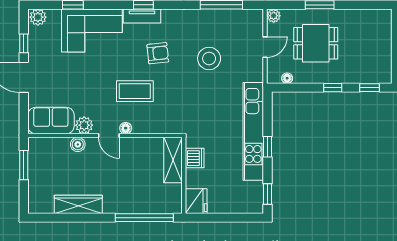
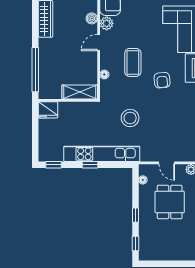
stool: (209, 58) -> (130, 118), moved
floor lamp: (126, 128) -> (104, 74), moved
dishwasher: (195, 158) -> (81, 109), removed

